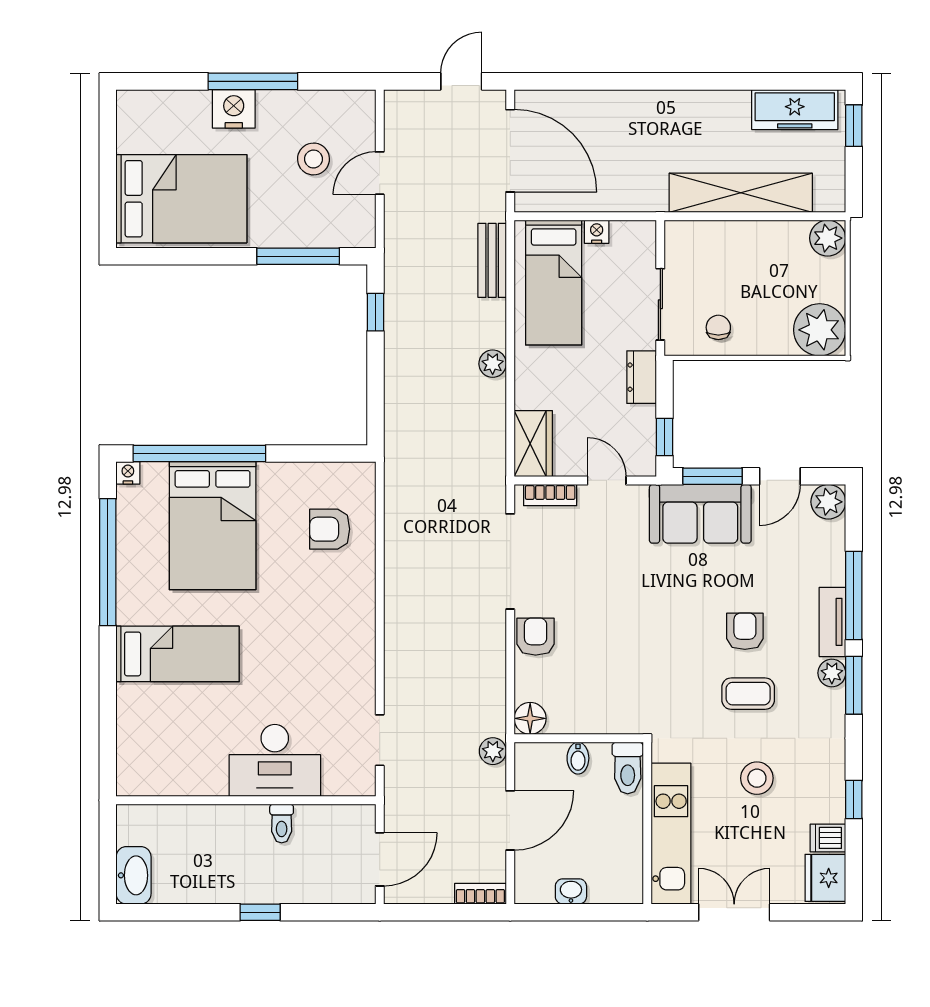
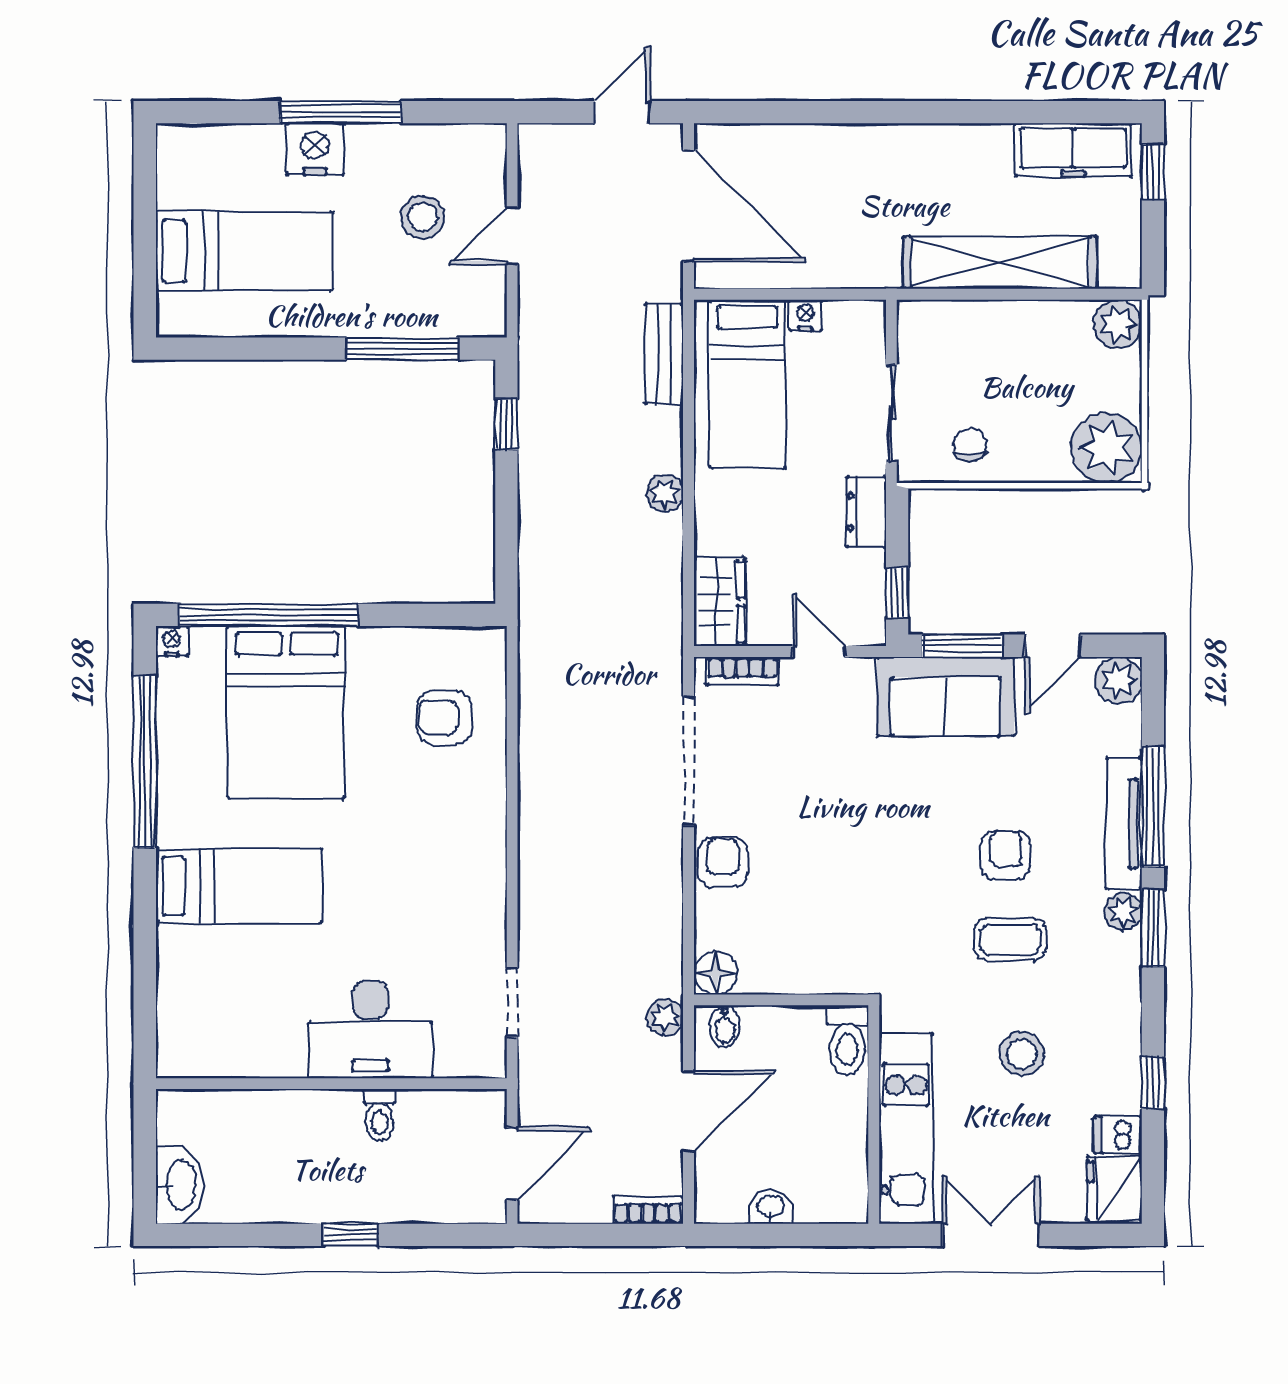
bed: (181, 199) -> (244, 251), width x0.67
tv unit: (832, 622) -> (1124, 823), width x1.41
bidet: (578, 758) -> (725, 1027), moved

